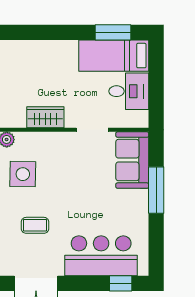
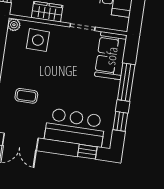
side table: (23, 174) -> (38, 40), moved
window: (156, 240) -> (120, 121), added

